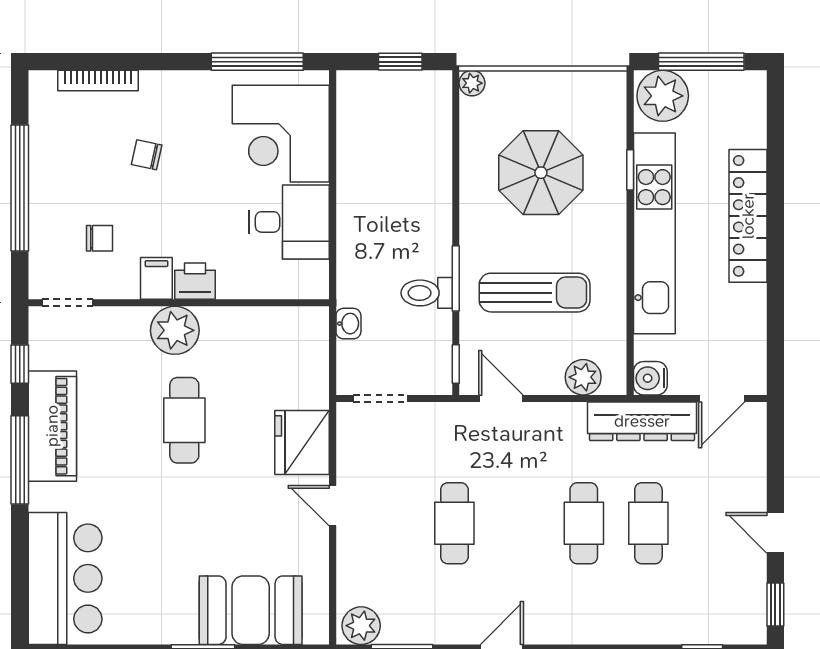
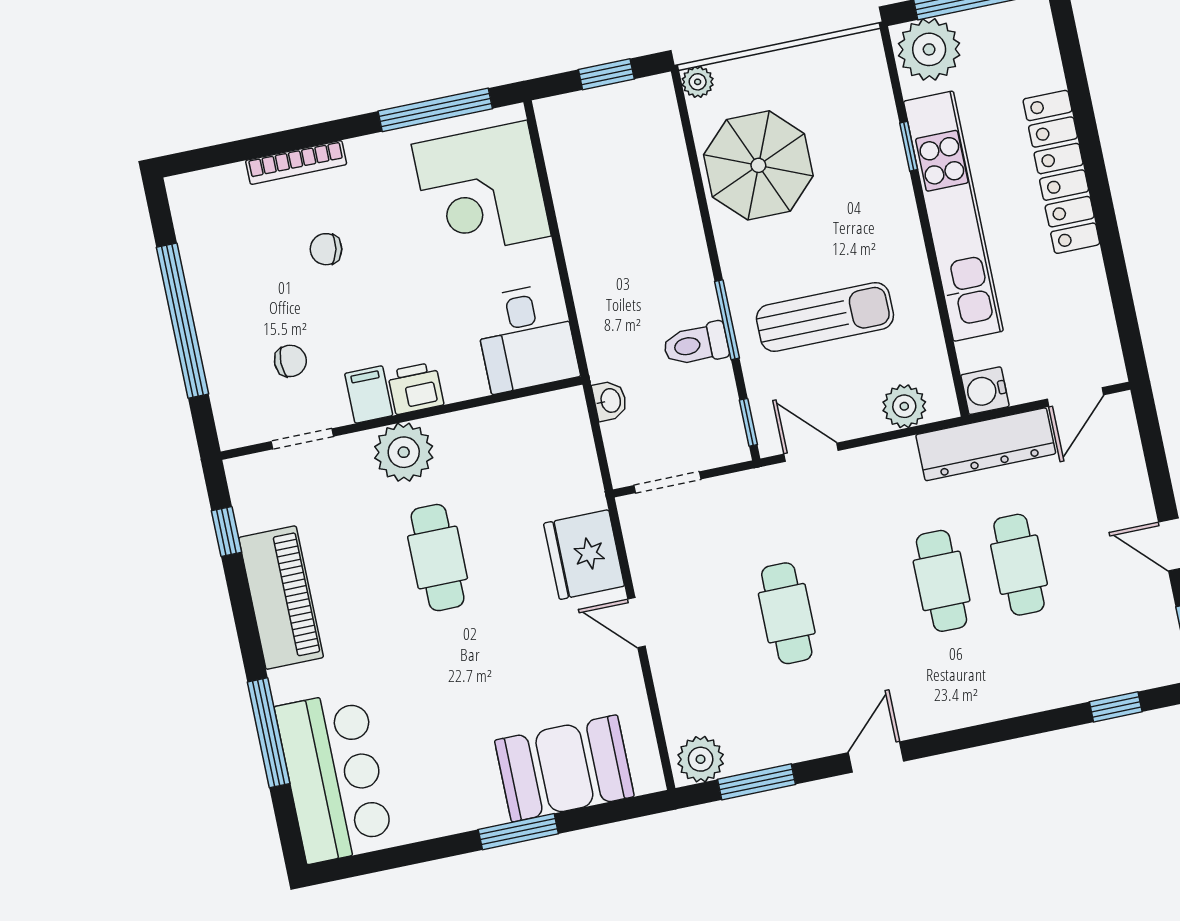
bookcase: (98, 80) -> (296, 162), moved
parasol: (541, 173) -> (758, 165), moved
desk: (289, 222) -> (526, 338), moved, turned 90
doorway: (68, 303) -> (302, 439), moved
window: (20, 460) -> (269, 733), moved

